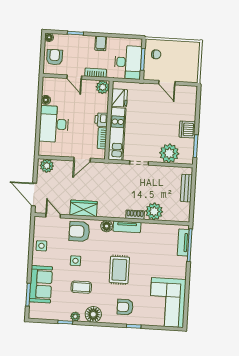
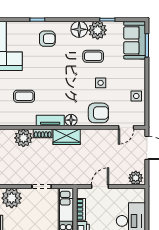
wardrobe: (84, 208) -> (67, 137), moved
door: (53, 216) -> (126, 127), hinge flipped
coffee table: (151, 252) -> (24, 96), added
rug: (119, 270) -> (55, 76), removed
sofa: (41, 284) -> (135, 40), moved
plant: (75, 317) -> (98, 30), width x1.87, depth x1.87

